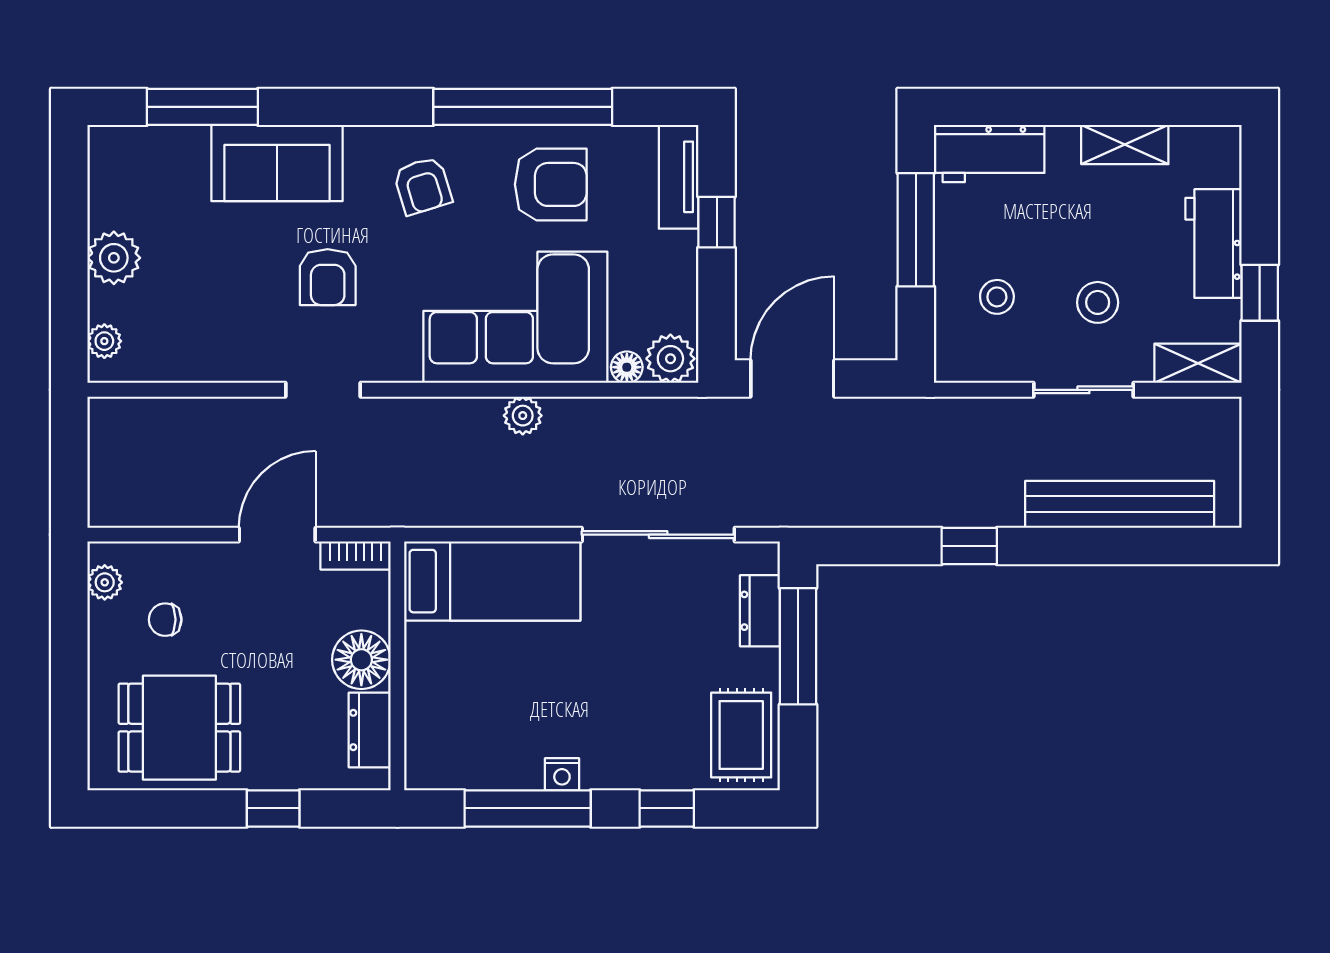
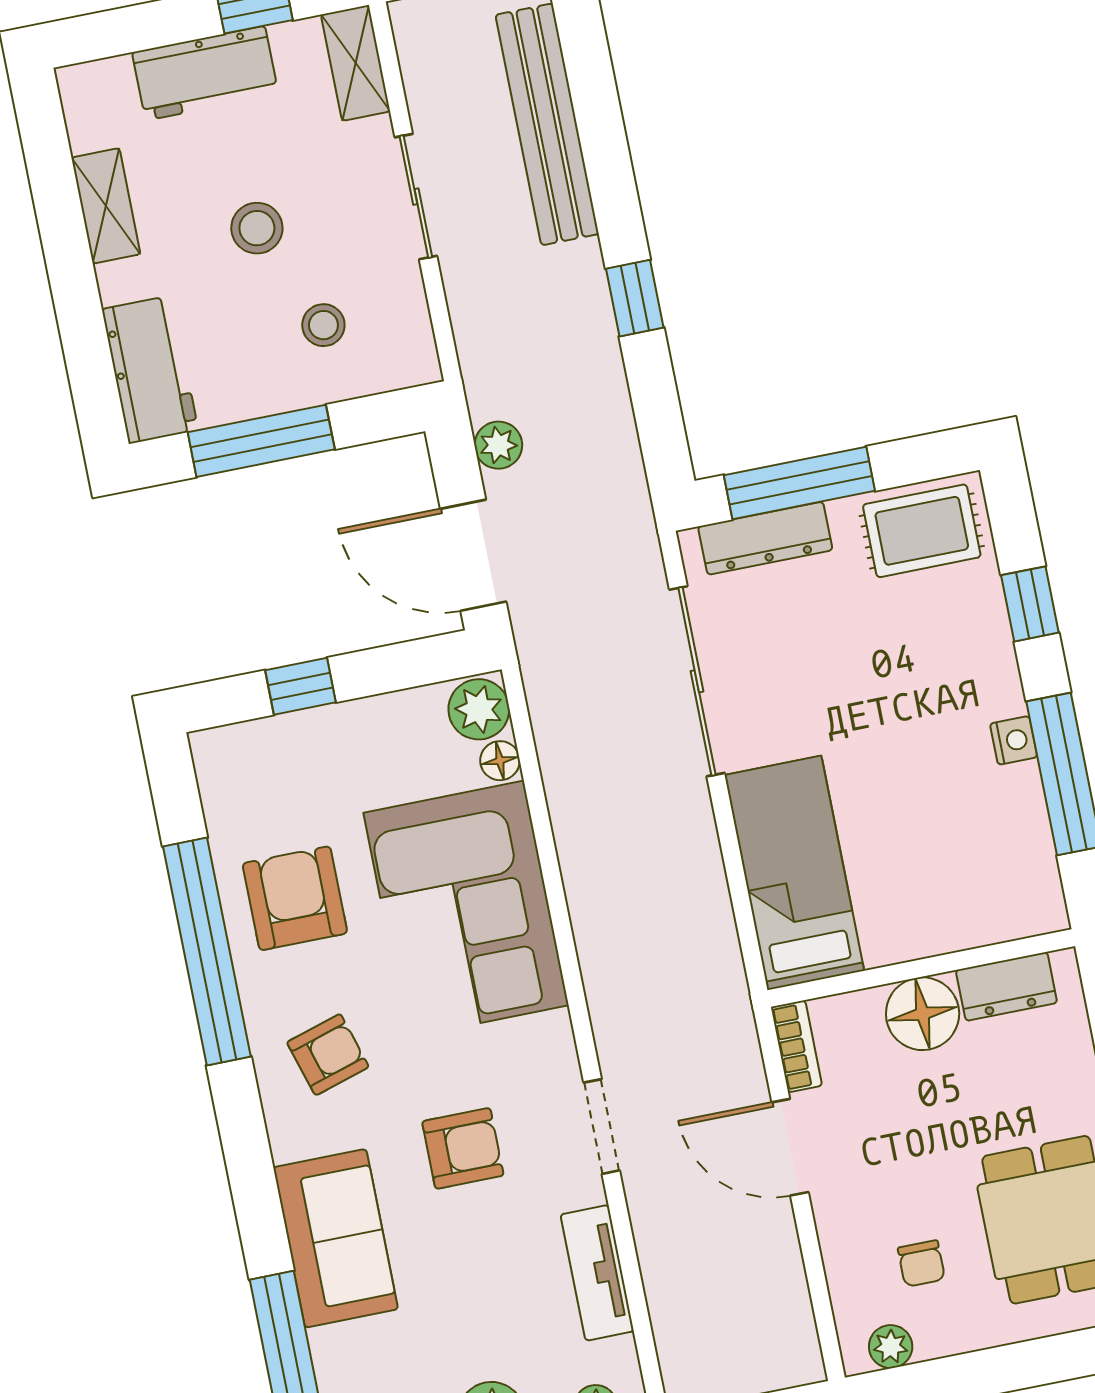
tv unit: (679, 177) -> (597, 1273), moved, turned 90
stool: (1098, 302) -> (257, 228), moved
plant: (523, 416) -> (498, 445), moved
dresser: (760, 611) -> (765, 538), width x1.44

